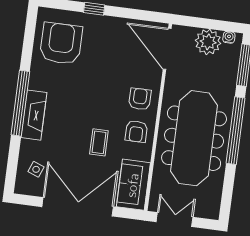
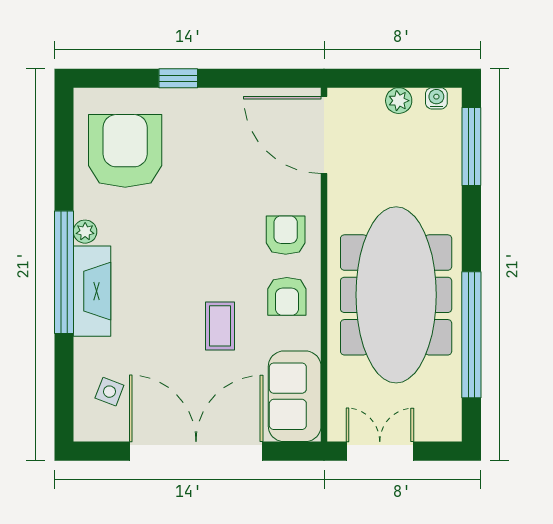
plant: (208, 42) -> (399, 101), width x0.53, depth x0.53
plant: (34, 83) -> (85, 232), added
window: (235, 131) -> (471, 335), moved

